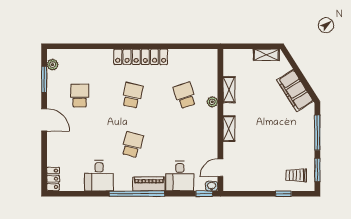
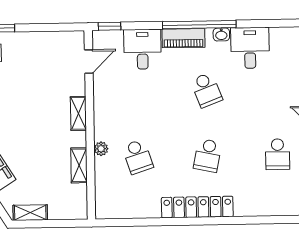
school desk: (132, 145) -> (206, 90), turned -36
washbasin: (212, 186) -> (221, 34), moved

